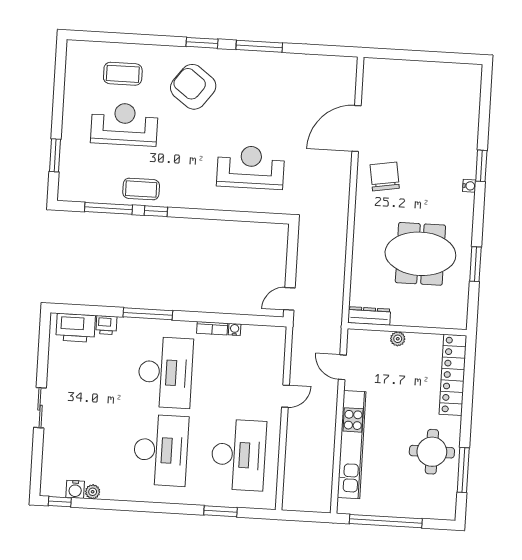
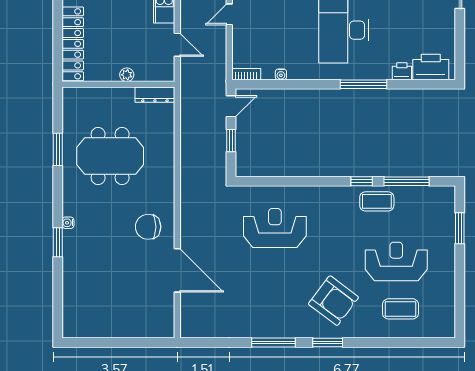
reception desk: (124, 124) -> (396, 262), turned 180
door: (357, 128) -> (177, 270), hinge flipped
reception desk: (251, 167) -> (275, 228), turned 180
chair: (385, 177) -> (148, 227), turned 99
window: (292, 263) -> (231, 141), added
bookcase: (212, 328) -> (246, 74), moved

